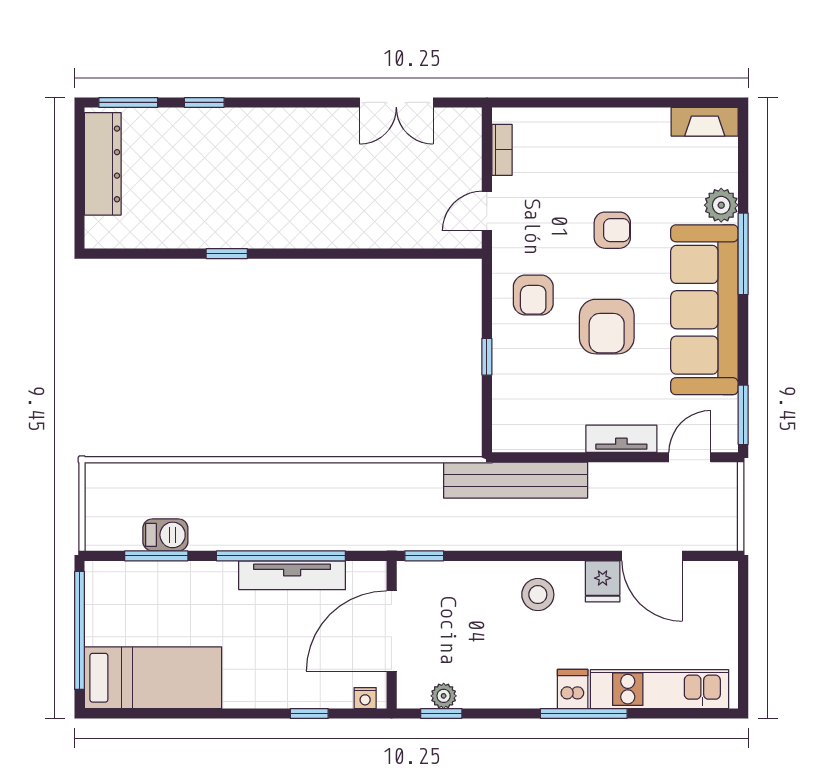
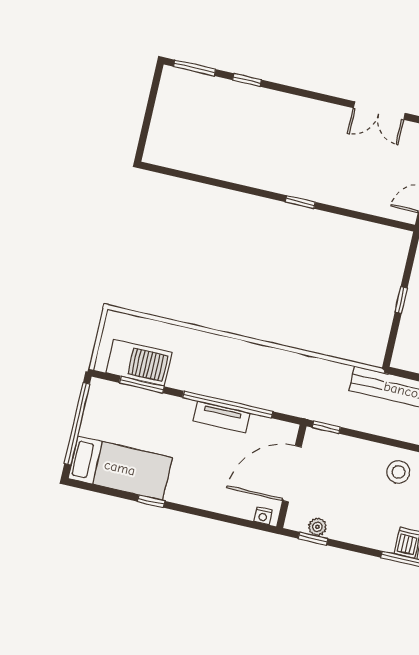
dresser: (103, 164) -> (167, 106), removed
window: (227, 254) -> (300, 202), moved
barbecue: (165, 535) -> (139, 363), width x1.88, depth x1.53
tv unit: (292, 575) -> (222, 417), width x0.71
window: (309, 714) -> (151, 501), moved

